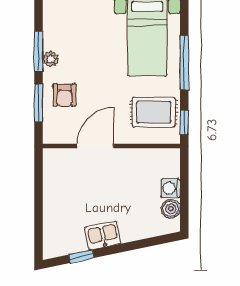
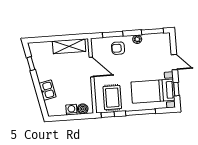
window: (39, 51) -> (152, 31), moved
shelving: (55, 184) -> (69, 46), added
boiler: (171, 209) -> (83, 109), moved
kitchen sink: (103, 235) -> (47, 90), moved

